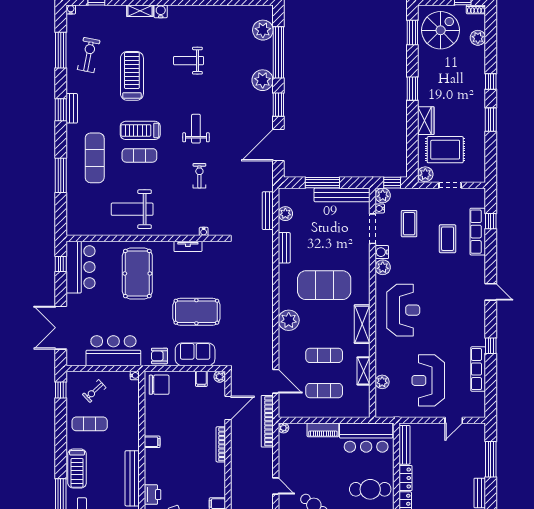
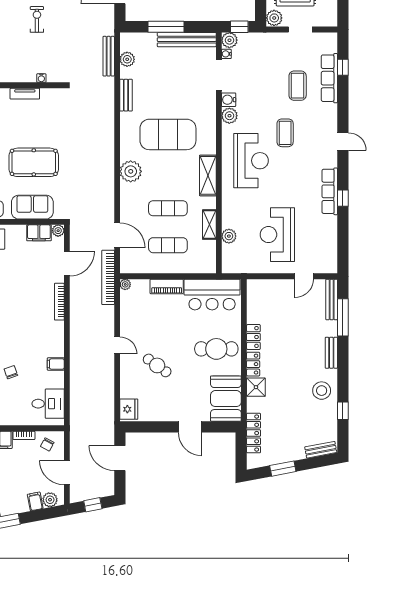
coffee table: (409, 224) -> (285, 133), moved
row of seats: (478, 369) -> (330, 191), moved
filing cabinet: (201, 379) -> (39, 233), width x2.00
bench: (405, 445) -> (332, 299), moved

